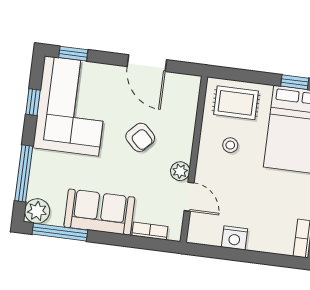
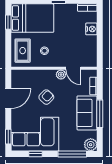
door: (189, 197) -> (73, 68), swing flipped
window: (60, 232) -> (100, 114), moved
nightstand: (234, 238) -> (91, 29), moved

